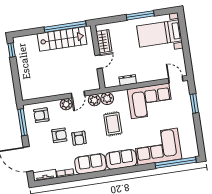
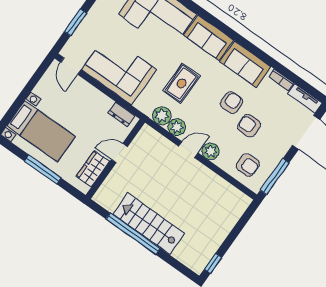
wardrobe: (104, 41) -> (93, 169), moved
wall: (98, 57) -> (115, 159), moved
door: (98, 62) -> (119, 153), moved

